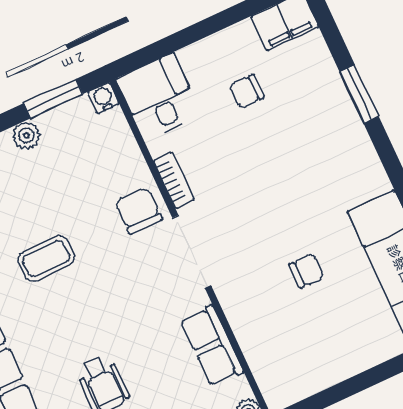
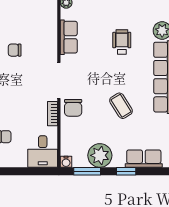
plant: (26, 135) -> (100, 155), width x1.87, depth x1.87
coffee table: (46, 259) -> (121, 106), turned 58

